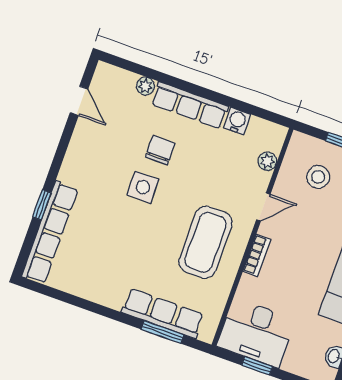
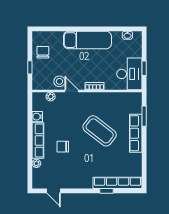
door: (79, 101) -> (54, 191), swing flipped
stool: (318, 177) -> (59, 81), moved
side table: (143, 187) -> (82, 148), removed
coffee table: (206, 242) -> (100, 131), moved, turned 38
row of seats: (163, 314) -> (136, 133), moved

